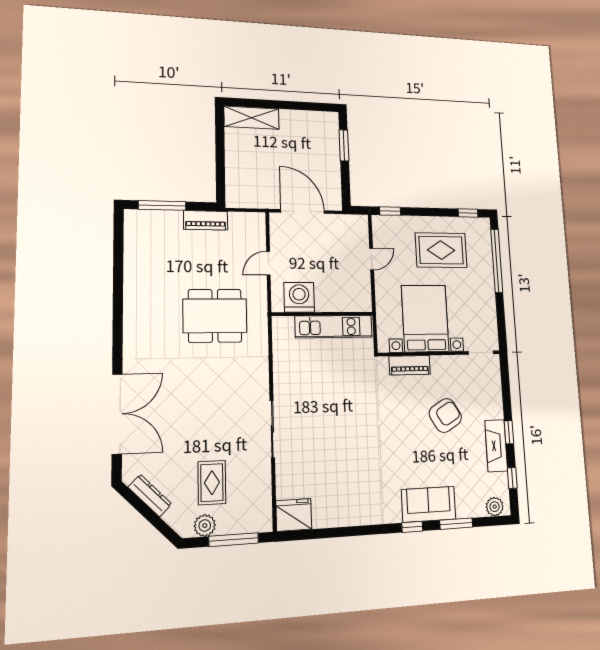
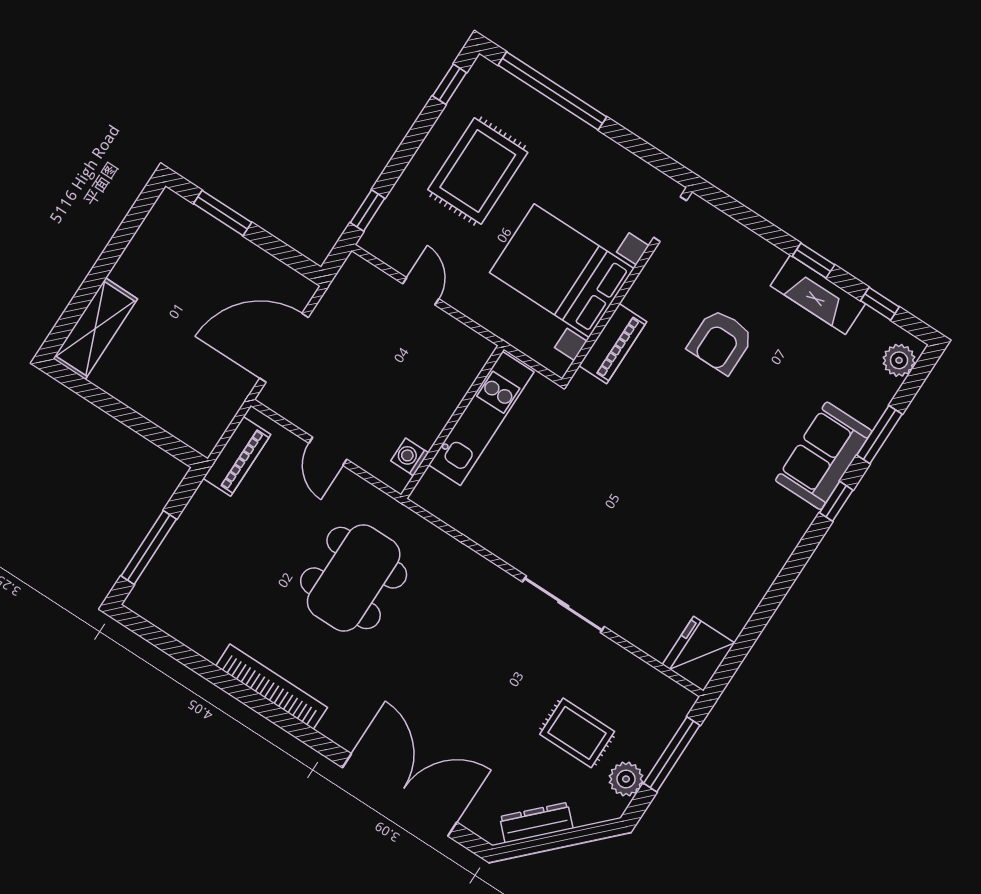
piano: (206, 220) -> (237, 456), moved
washing machine: (299, 297) -> (410, 457), width x0.53, depth x0.53
bookcase: (131, 311) -> (272, 687), added
armchair: (445, 415) -> (721, 341), turned -149

